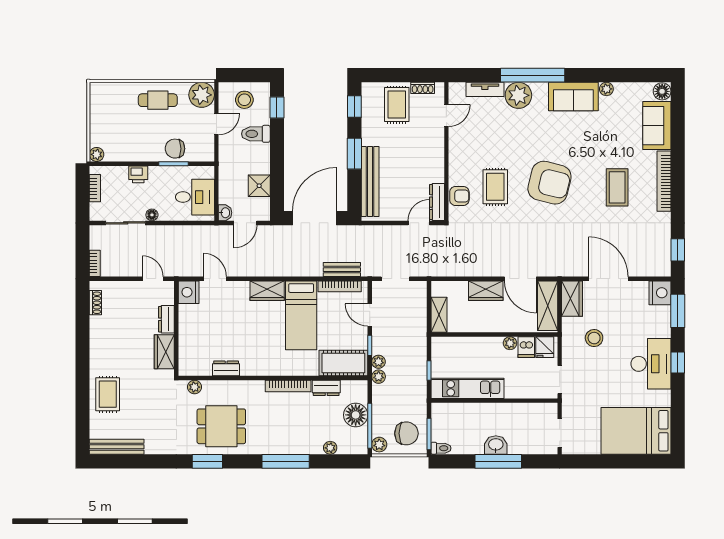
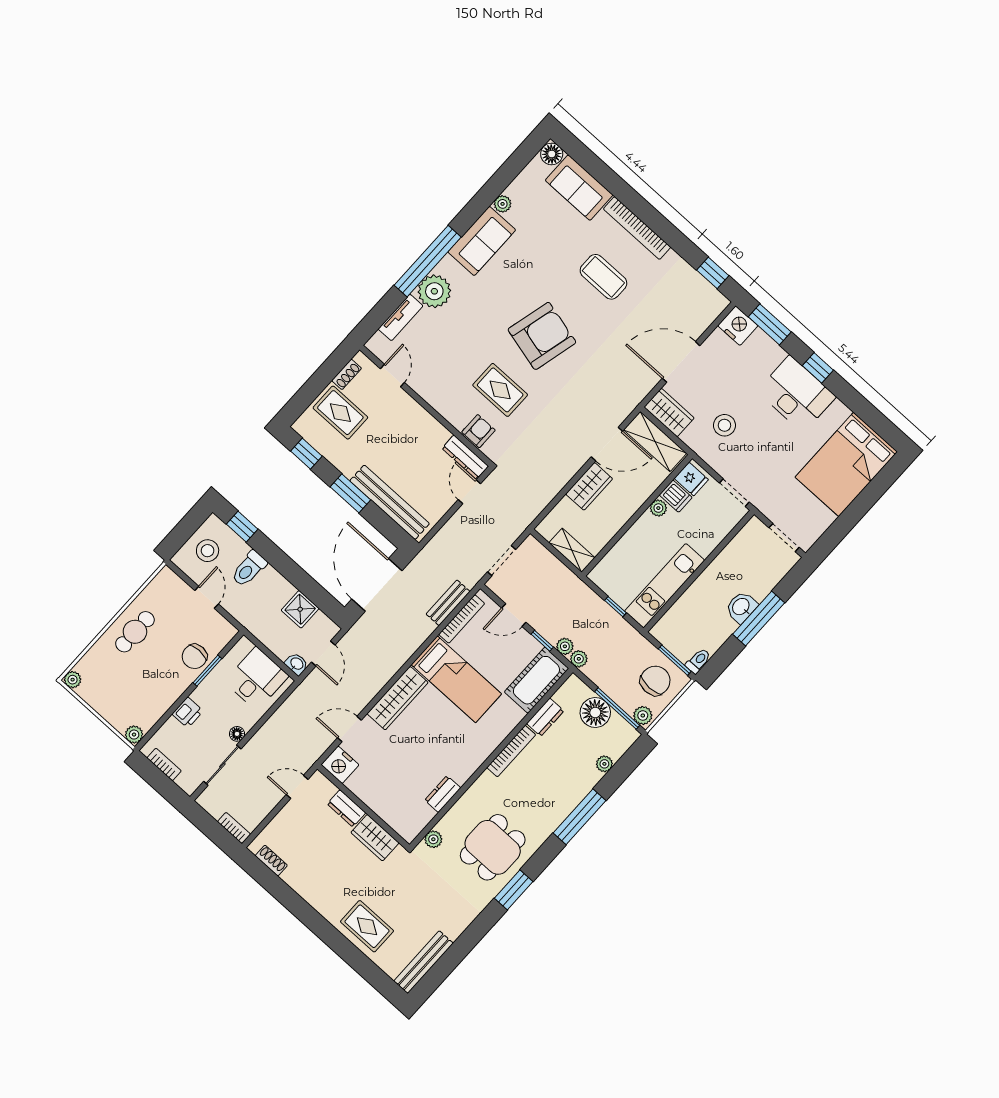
plant: (202, 95) -> (73, 680), moved, width x0.53, depth x0.53
wardrobe: (267, 291) -> (398, 698), width x1.50

